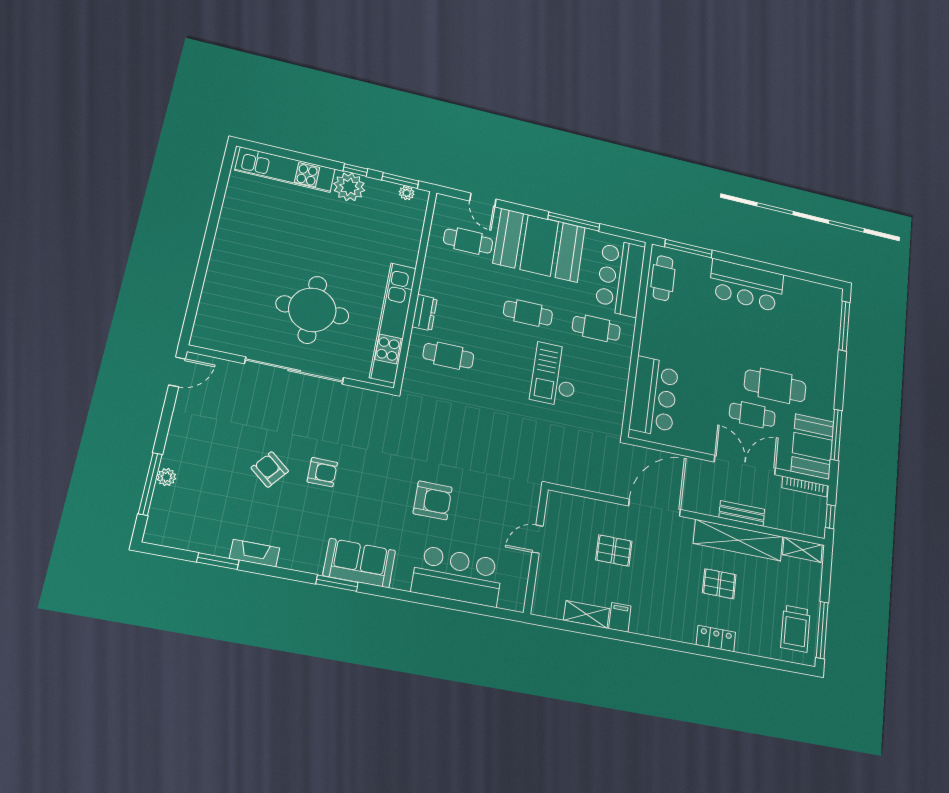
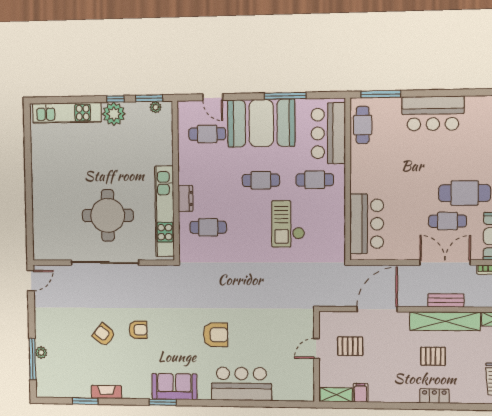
door: (538, 539) -> (317, 348), moved
wall: (536, 550) -> (317, 356), moved

